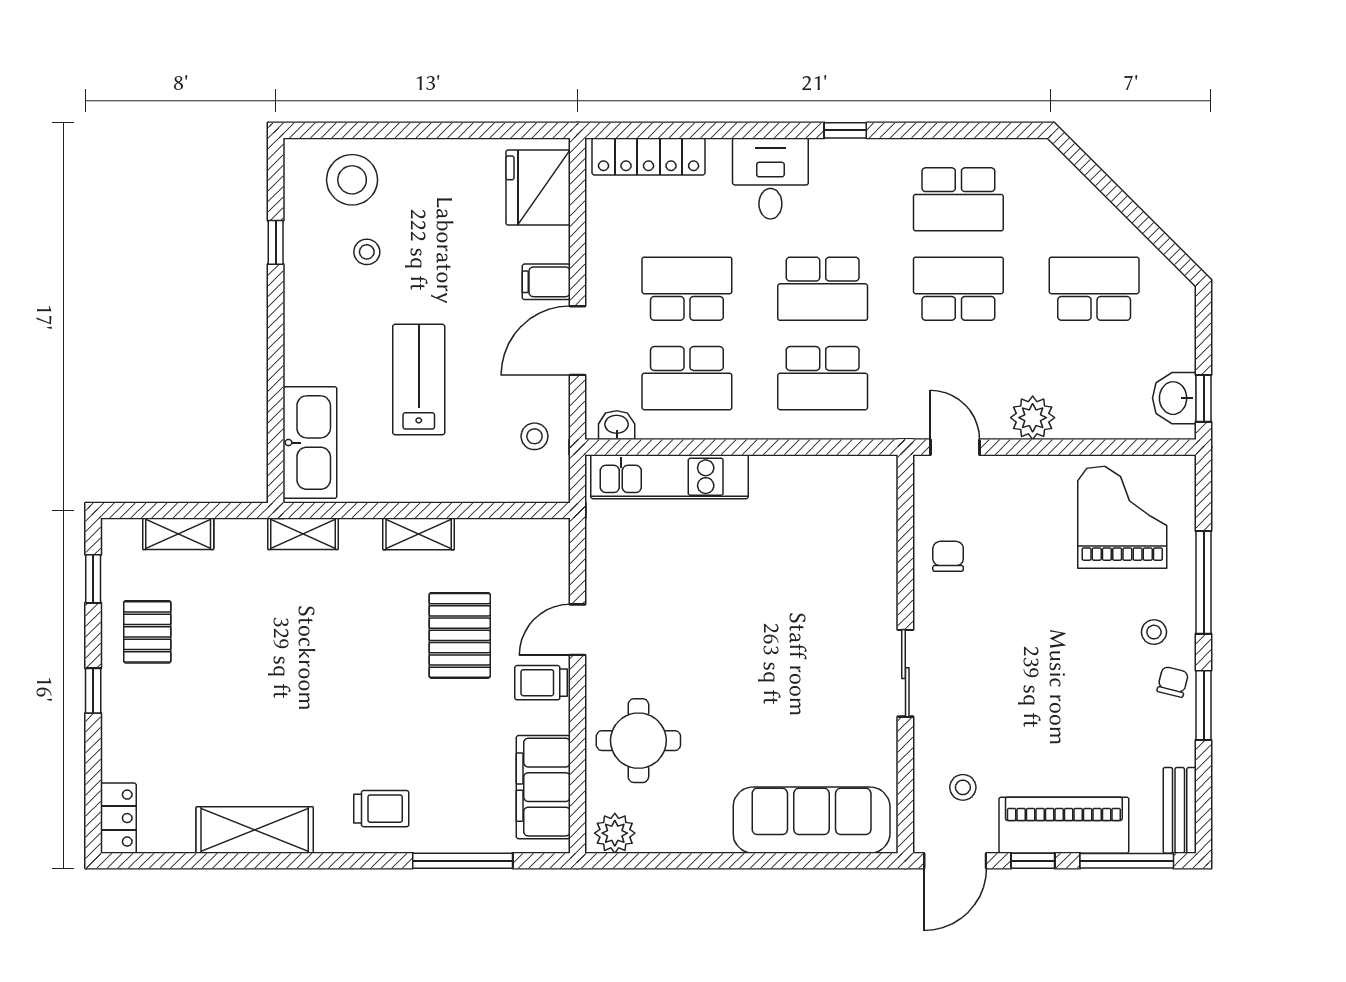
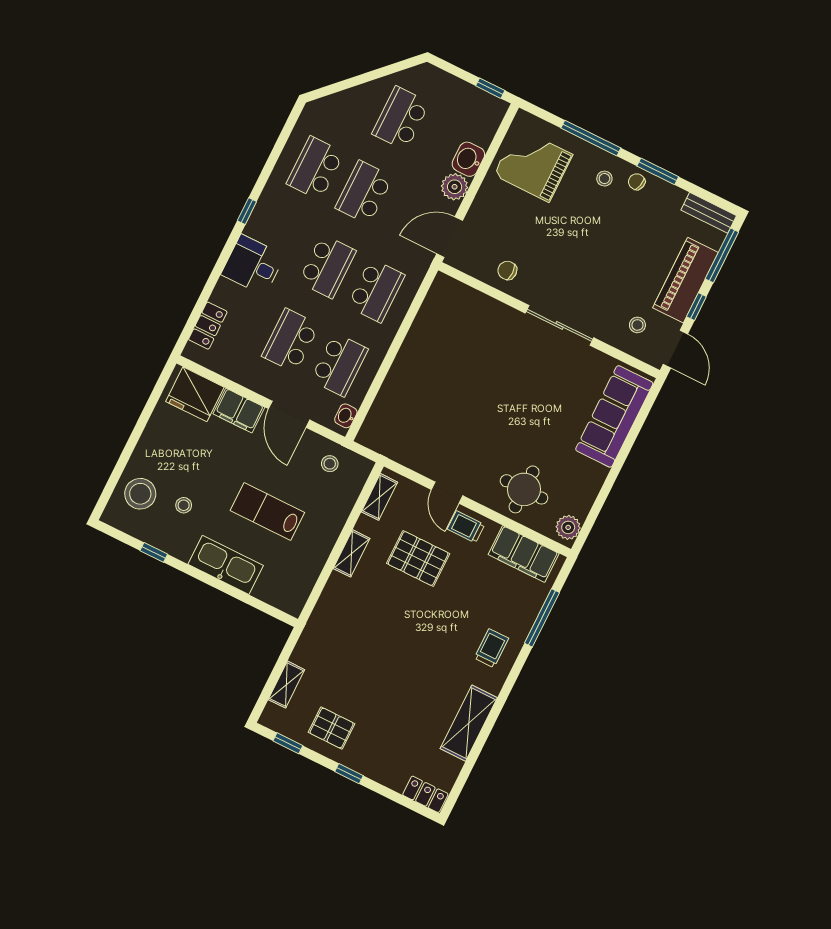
locker: (649, 156) -> (208, 326), width x0.66
school desk: (958, 199) -> (315, 168), turned 180
filing cabinet: (546, 282) -> (239, 411), width x2.00
washbasin: (1174, 398) -> (468, 159), moved, turned 90
kitchen sink: (310, 443) -> (226, 565), moved
door: (955, 447) -> (450, 237), width x1.38
kitchen unit: (670, 477) -> (388, 401), removed
shelving: (303, 534) -> (379, 497), moved
sliding door: (905, 673) -> (559, 325), width x1.37
trolley: (541, 683) -> (466, 527), turned 90

